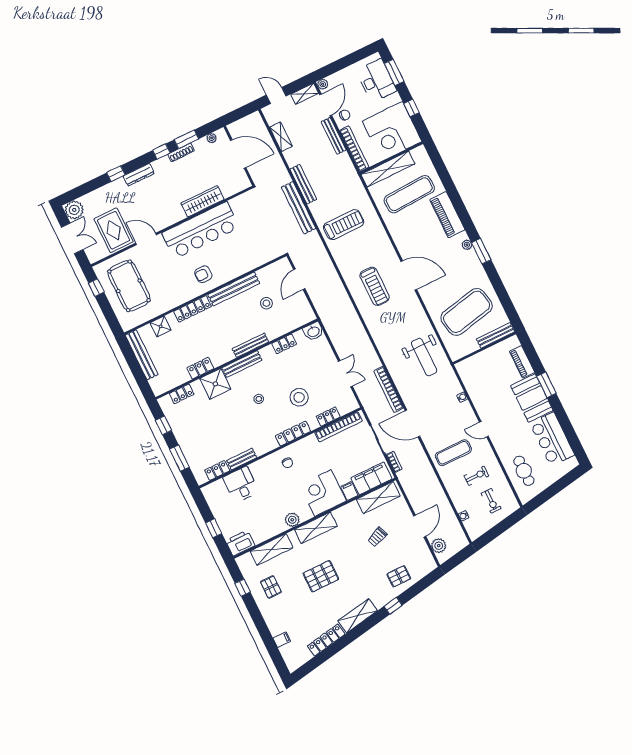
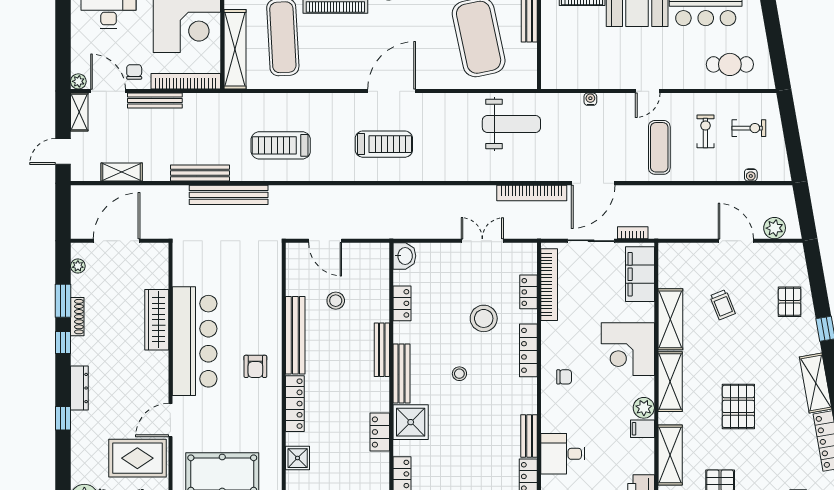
treadmill: (344, 225) -> (281, 145), turned -90
filing cabinet: (349, 491) -> (642, 429), moved
shelving: (378, 498) -> (670, 319), moved

